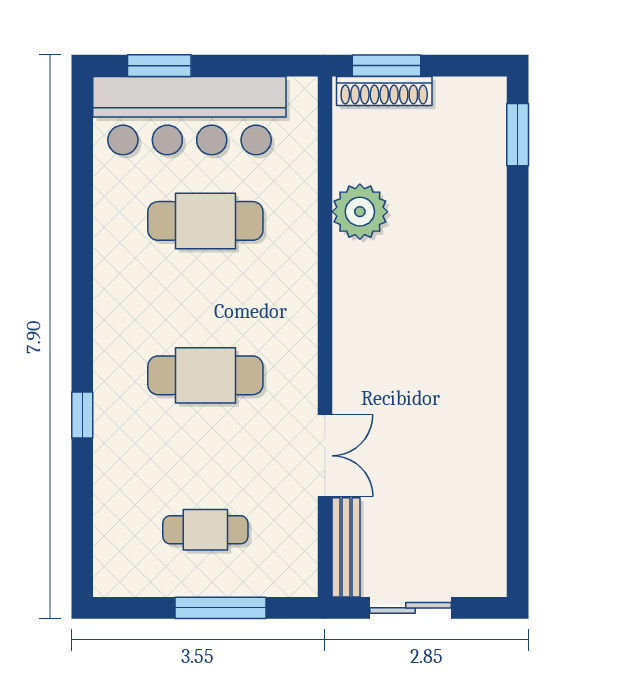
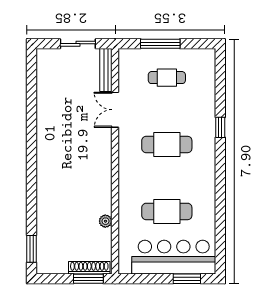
plant: (360, 212) -> (105, 221), width x0.53, depth x0.53

